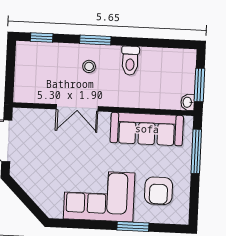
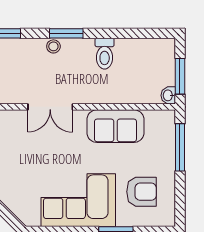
stool: (89, 66) -> (53, 46), moved
sofa: (147, 129) -> (115, 126), width x0.73
armchair: (159, 191) -> (142, 192), turned -90

